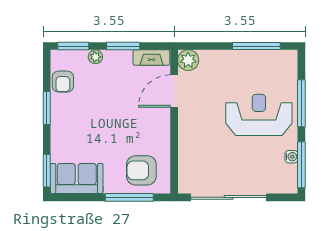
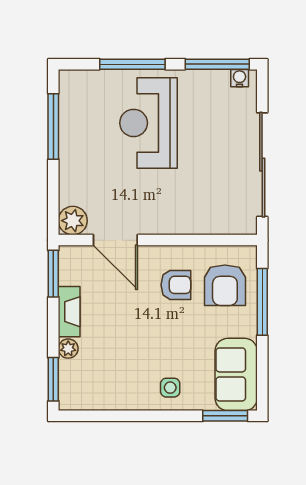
window: (123, 46) -> (53, 274), moved
fireplace: (151, 58) -> (69, 312), moved
armchair: (63, 82) -> (176, 285), moved
window: (47, 108) -> (139, 416), removed
side table: (67, 131) -> (170, 388), added
water cooler: (291, 157) -> (240, 78), moved

